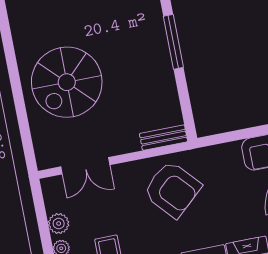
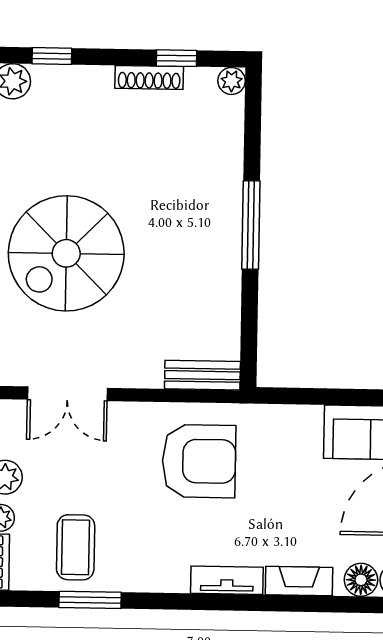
armchair: (172, 189) -> (199, 461), turned -48

